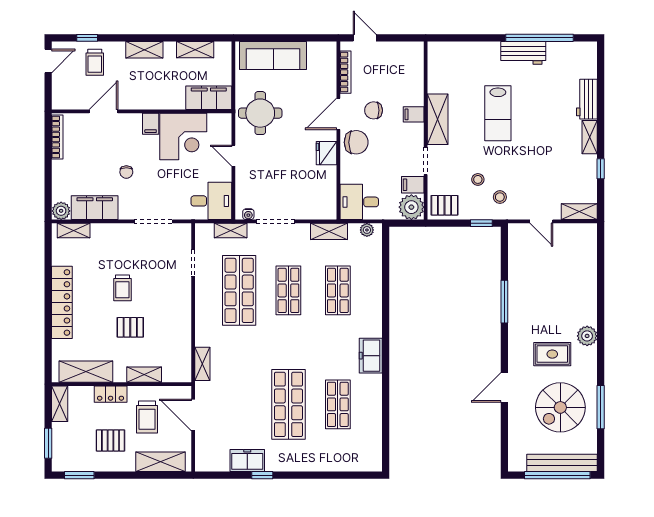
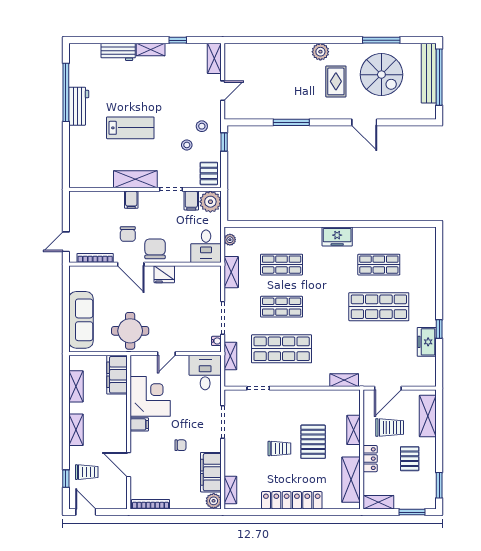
pallet: (130, 327) -> (313, 442), width x1.50, depth x1.42

